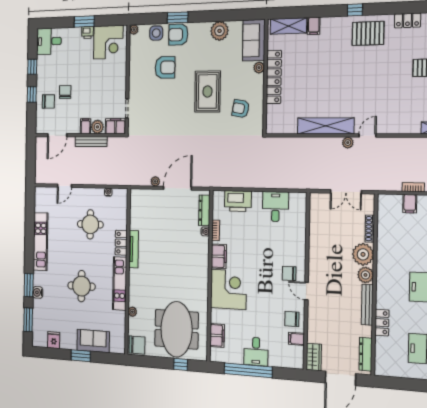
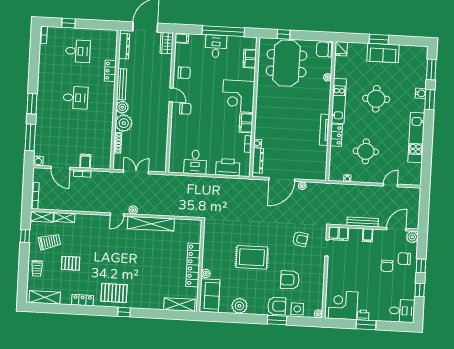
filing cabinet: (314, 26) -> (158, 303), removed
rug: (207, 91) -> (252, 257), turned 90
armchair: (241, 109) -> (300, 239), moved
plant: (97, 127) -> (412, 237), moved
filing cabinet: (296, 339) -> (182, 38), moved
fridge: (54, 340) -> (341, 49), moved
sofa: (93, 341) -> (383, 53), moved

